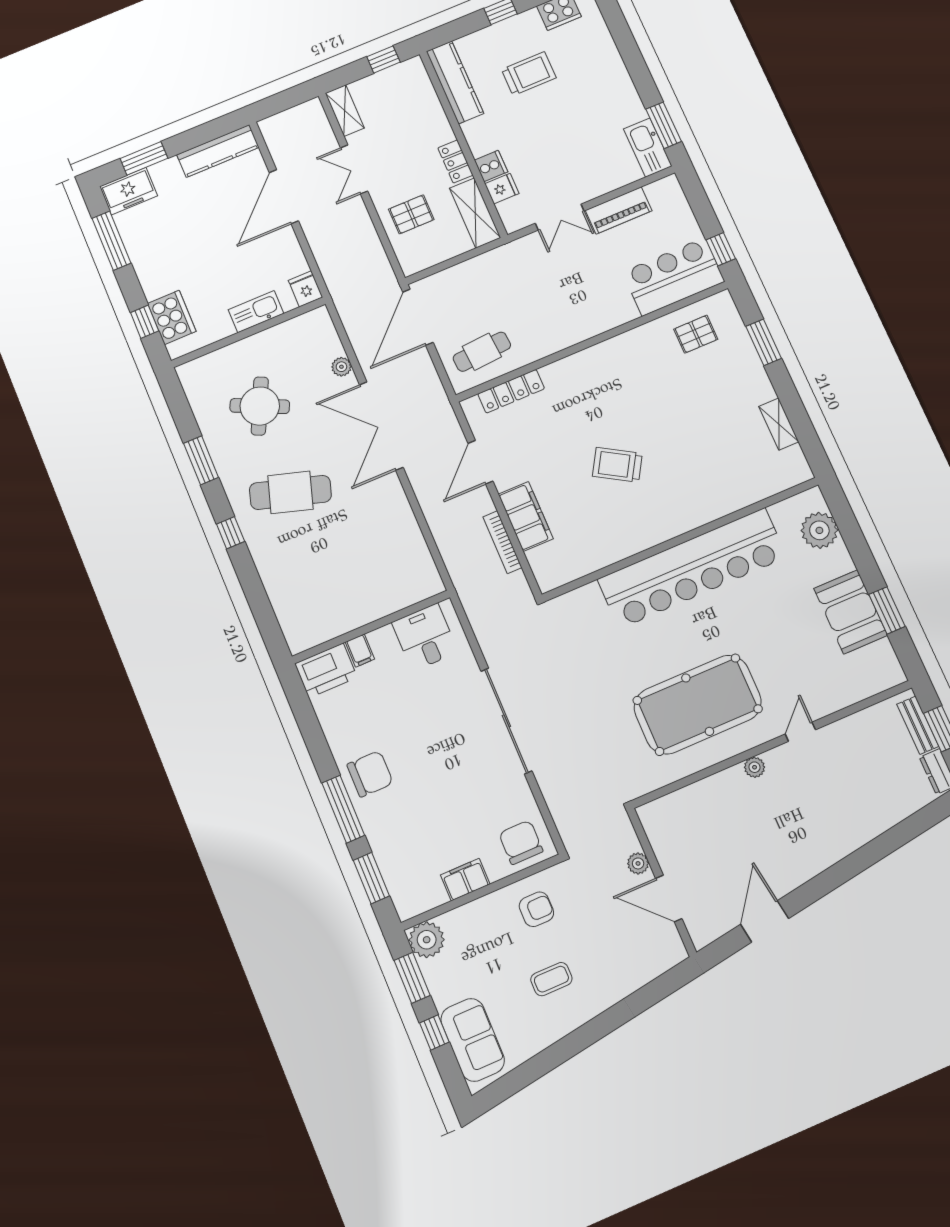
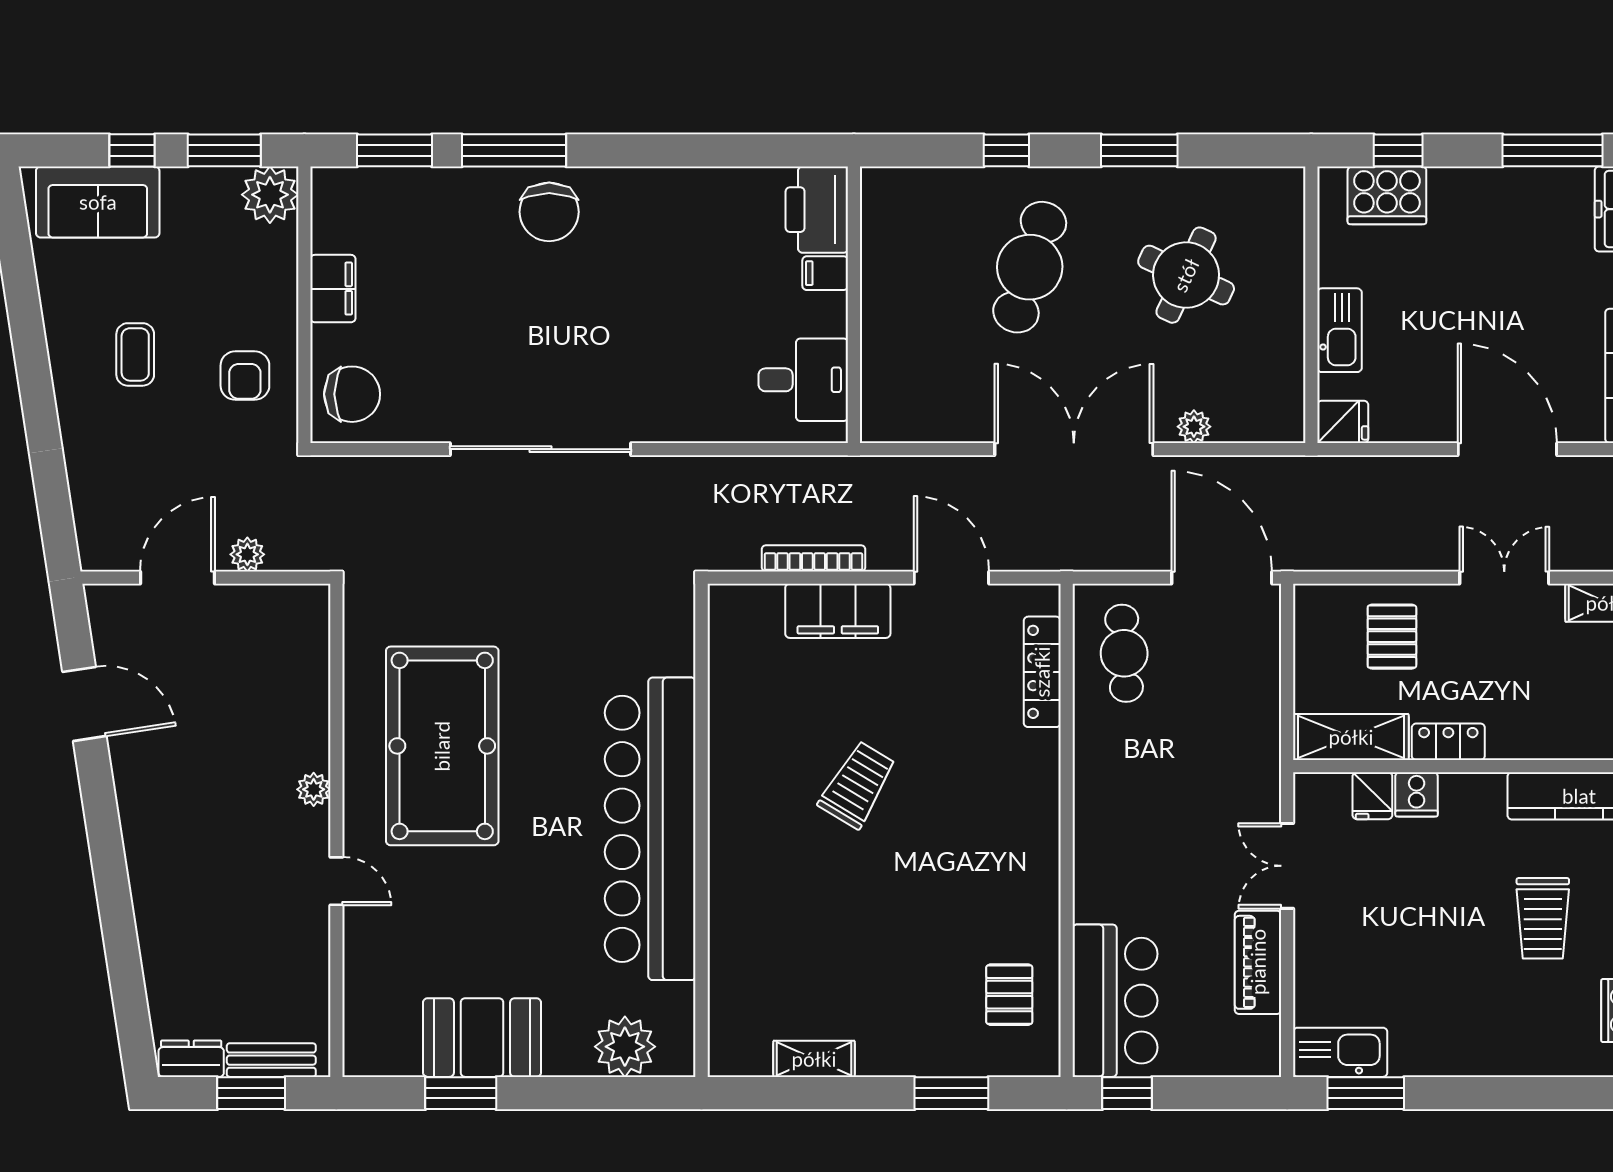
wall: (371, 627) -> (854, 305), moved
desk: (425, 637) -> (803, 380), moved
filing cabinet: (360, 651) -> (825, 273), moved
printer: (326, 670) -> (817, 210), moved

